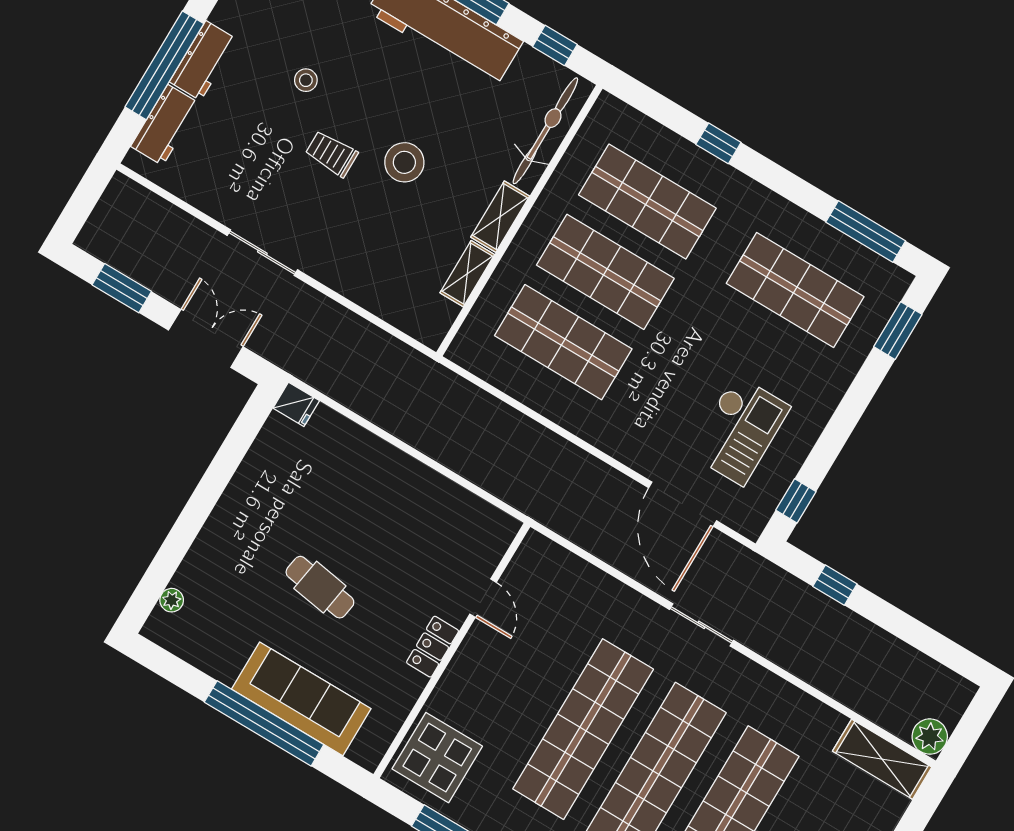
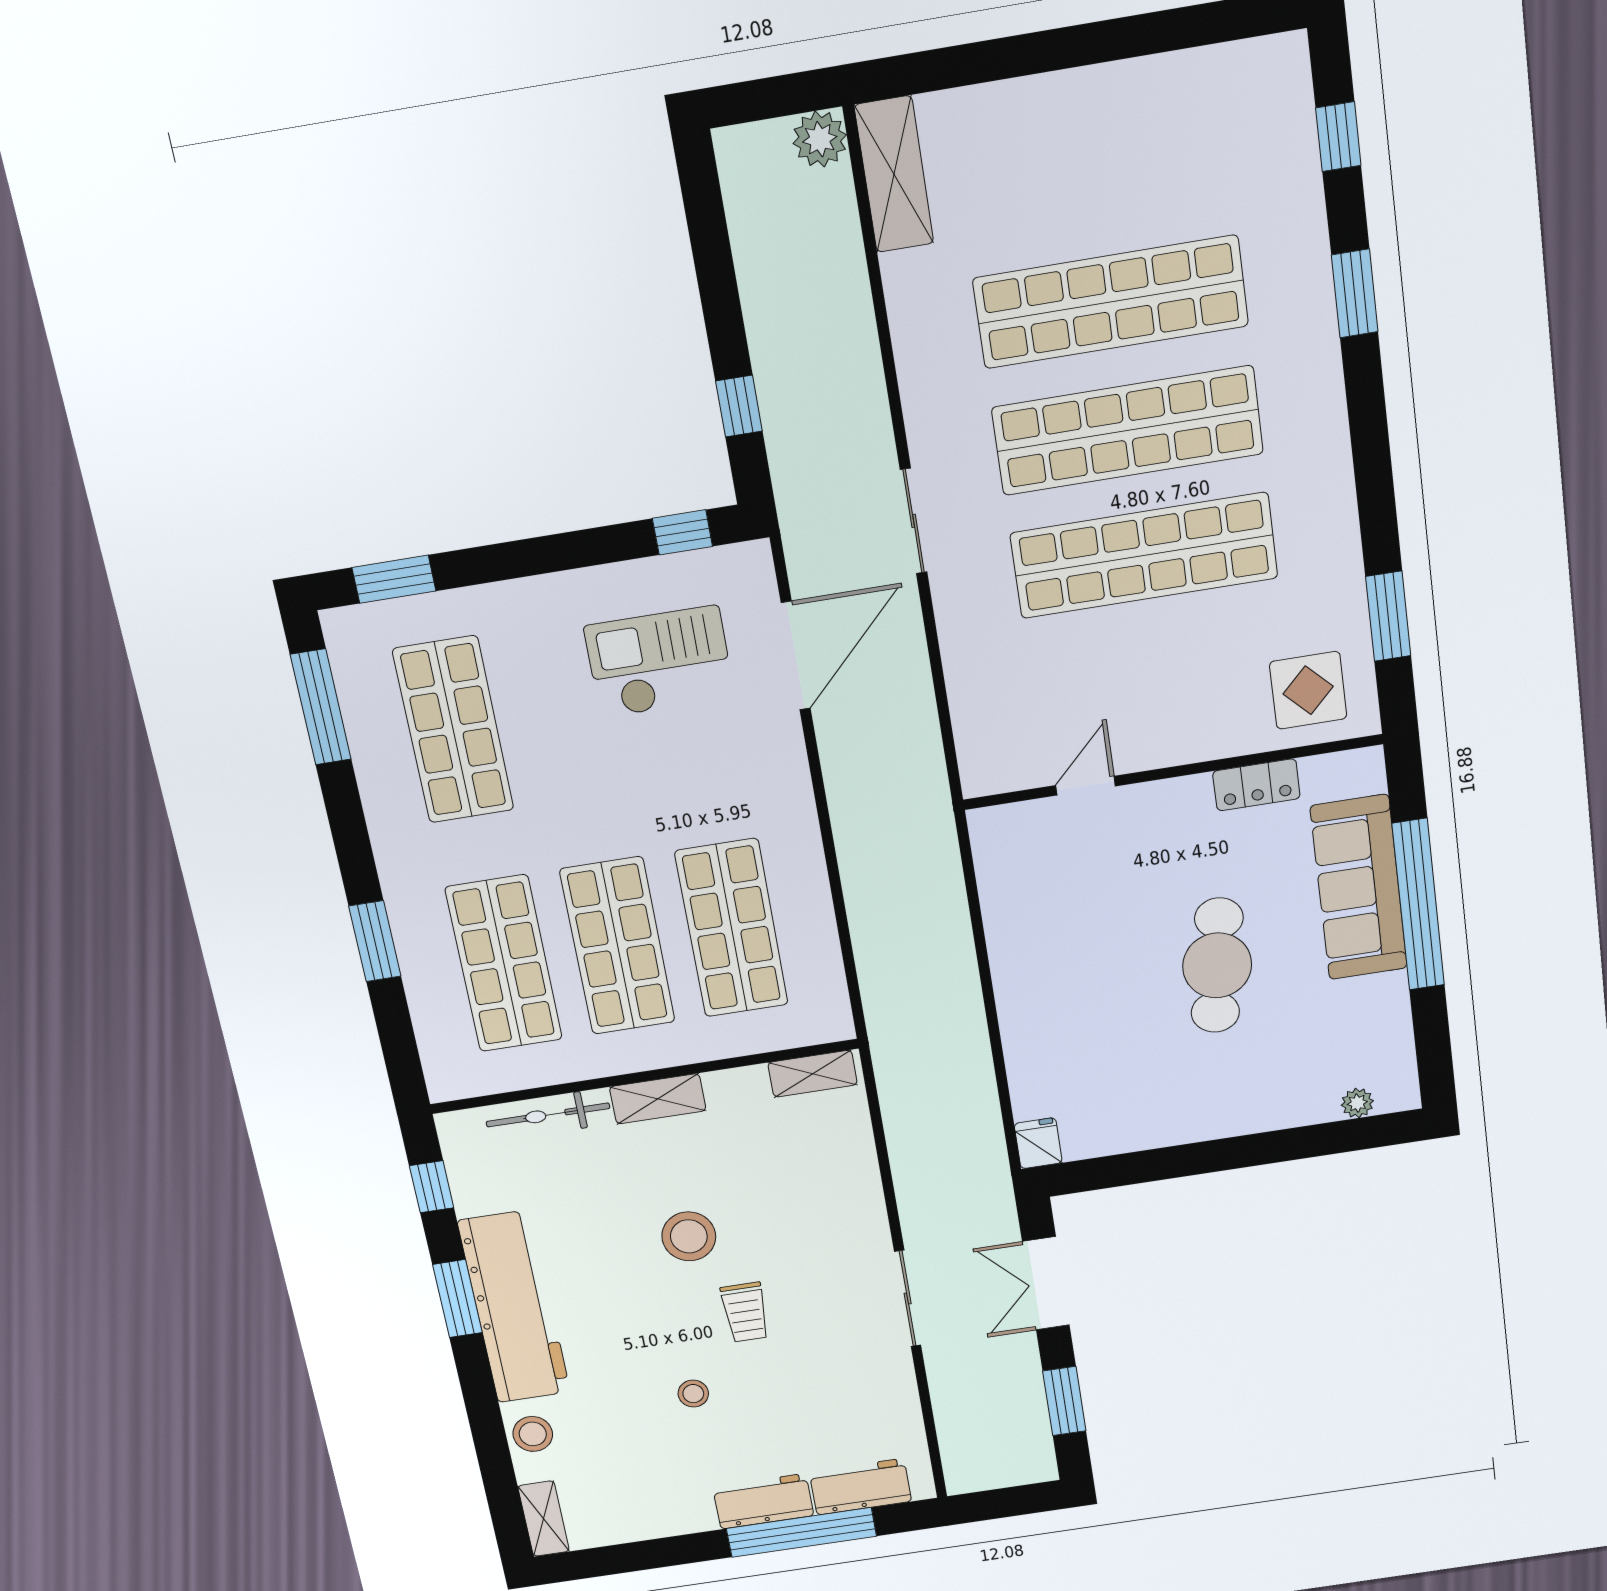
bicycle: (545, 131) -> (548, 1115), width x0.73, depth x0.71
window: (718, 143) -> (375, 941), width x1.50
shelving: (467, 274) -> (813, 1074), moved
cafe table: (320, 587) -> (1217, 965), width x1.37, depth x1.35
locker: (433, 647) -> (1256, 785), moved
display table: (437, 758) -> (1308, 690), width x0.73, depth x0.73

